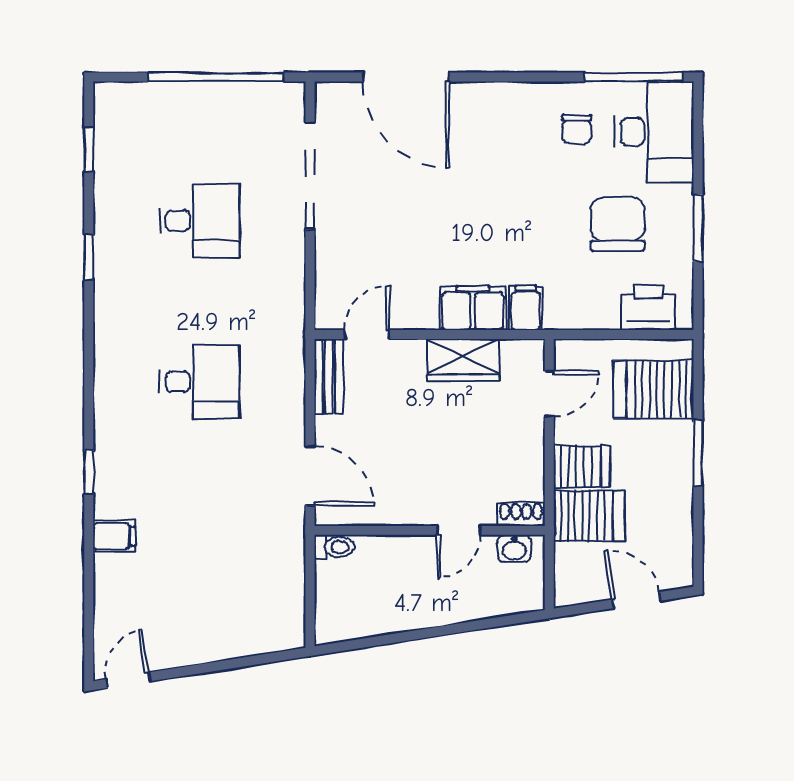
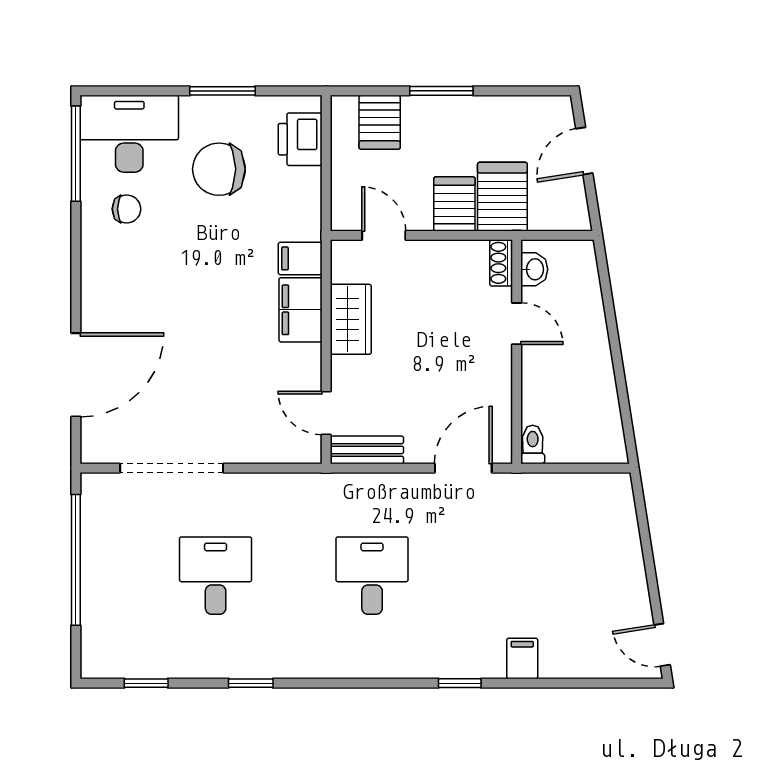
server rack: (654, 390) -> (380, 122), width x0.73, depth x0.70

